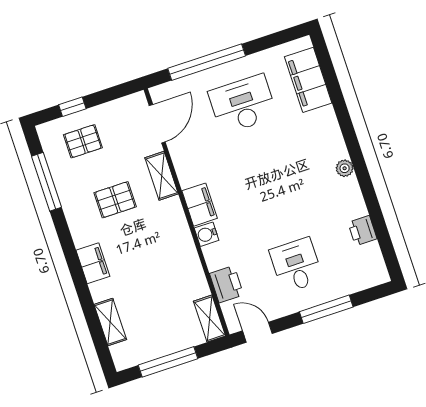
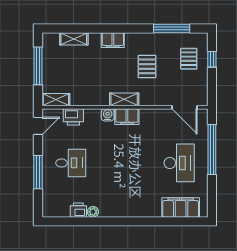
plant: (345, 168) -> (93, 212), moved
shelving: (162, 176) -> (124, 99), moved

